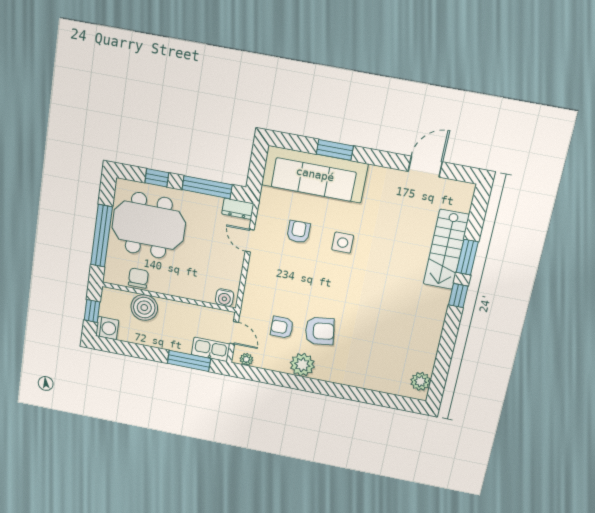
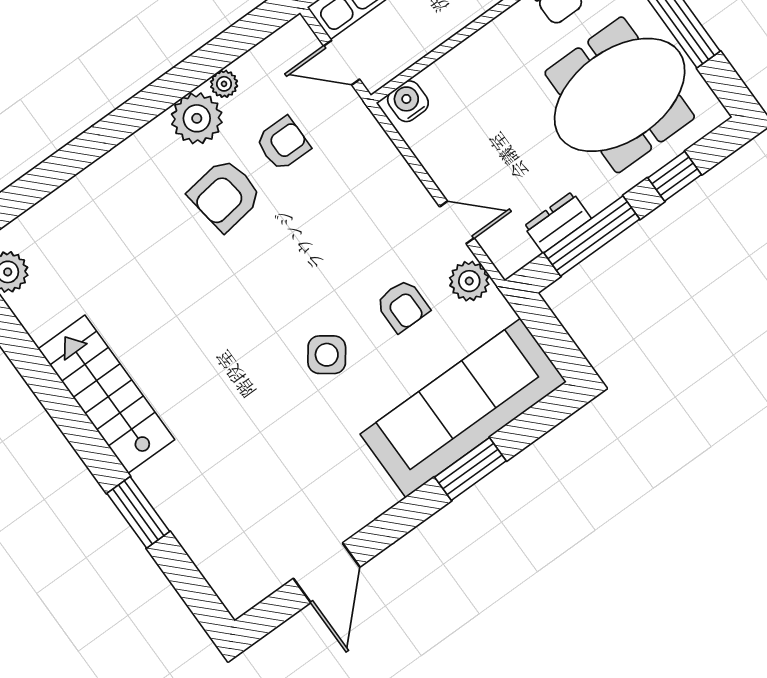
dresser: (238, 209) -> (558, 222), moved
plant: (266, 216) -> (469, 281), added
side table: (343, 243) -> (327, 355), turned 36
stairs: (446, 249) -> (106, 394), moved
window: (458, 295) -> (92, 448), removed
plant: (246, 359) -> (224, 84), moved

